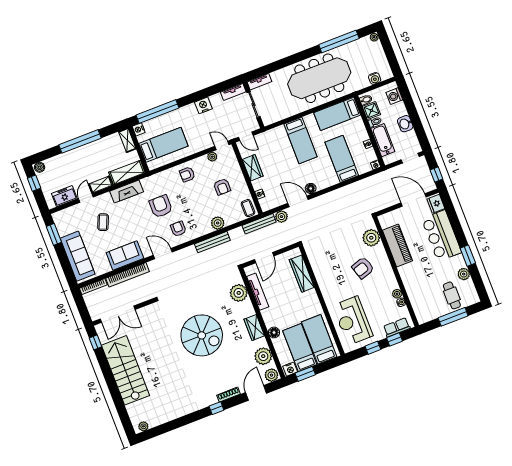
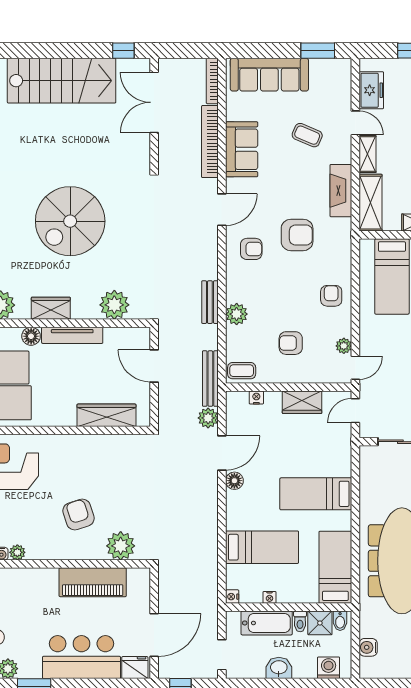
bench: (212, 242) -> (210, 302), width x0.73
tv unit: (258, 292) -> (72, 335), moved

